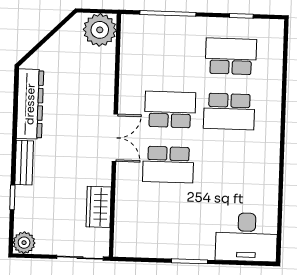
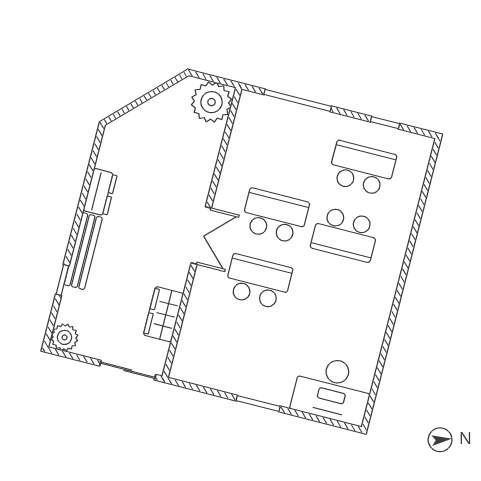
dresser: (30, 104) -> (100, 192), width x0.51, depth x0.80
bench: (24, 163) -> (83, 251), width x1.36
school desk: (168, 165) -> (258, 282), turned 180

